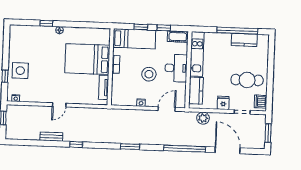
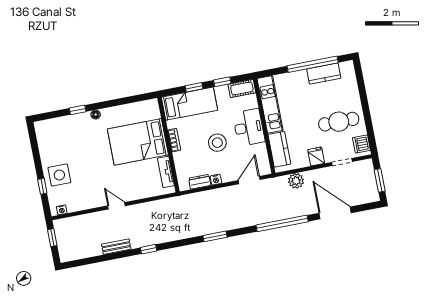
dresser: (128, 101) -> (200, 182), added
door: (59, 105) -> (117, 206), swing flipped

